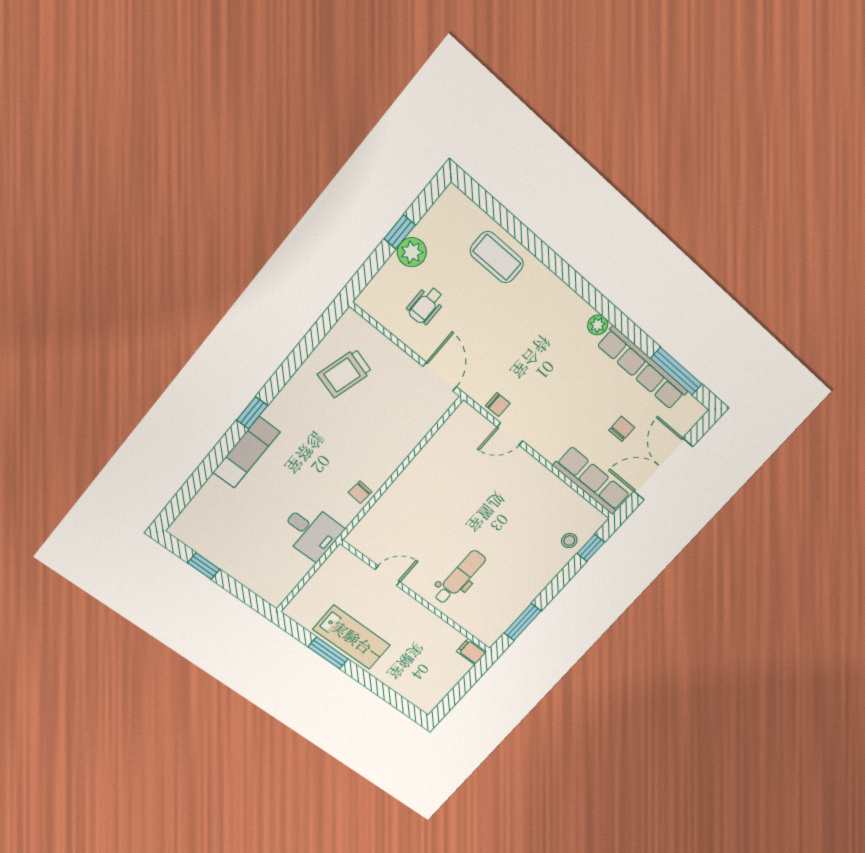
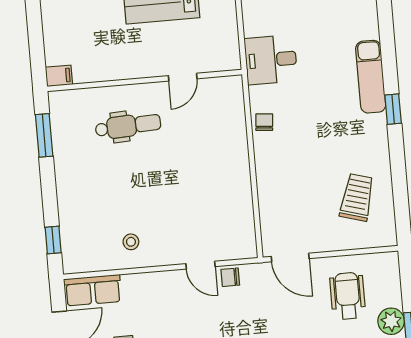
wheelchair: (426, 305) -> (348, 296), width x1.36, depth x1.37
door: (510, 434) -> (200, 265), swing flipped
row of seats: (592, 480) -> (93, 290), width x0.68
stool: (569, 541) -> (131, 242), moved
dental chair: (460, 577) -> (128, 126), turned -93

